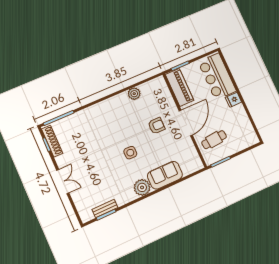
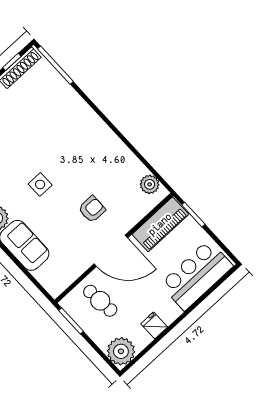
plant: (134, 94) -> (150, 184), moved
fridge: (233, 100) -> (154, 325), moved
armchair: (156, 126) -> (92, 209), turned -90
plant: (249, 137) -> (121, 351), added

